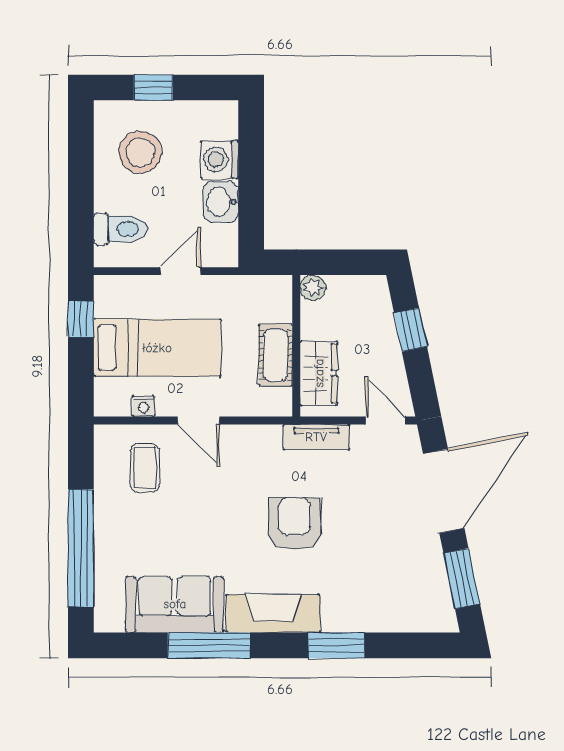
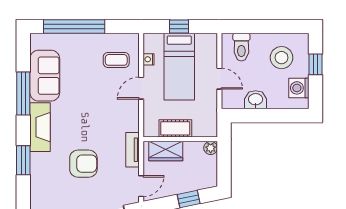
washing machine: (219, 160) -> (299, 88), moved, turned -90
window: (81, 319) -> (179, 26), moved
armchair: (295, 524) -> (83, 164), moved

